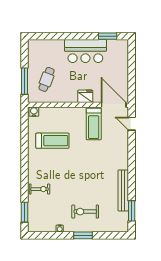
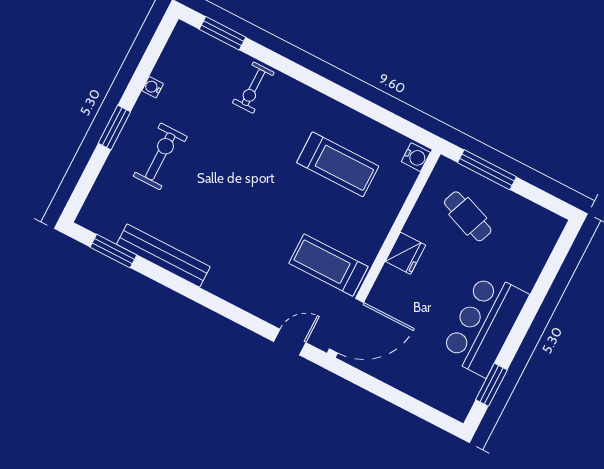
fridge: (85, 96) -> (405, 253), moved
treadmill: (52, 141) -> (338, 164), turned -90

